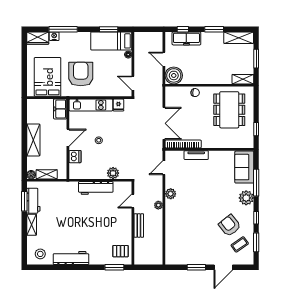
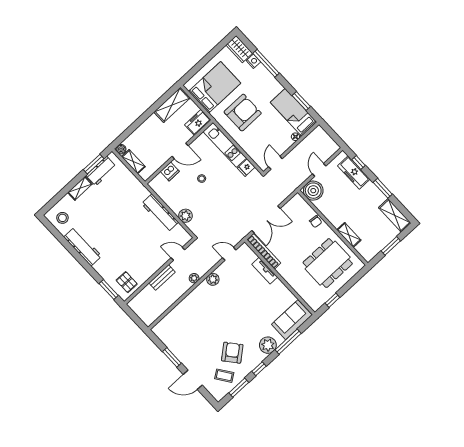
shelving: (243, 79) -> (349, 235), moved
shelving: (33, 140) -> (172, 105), moved

